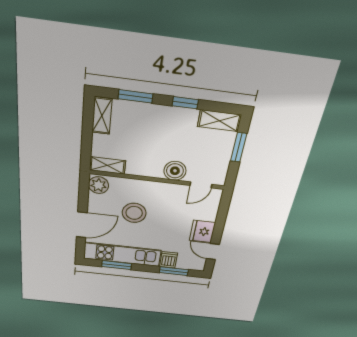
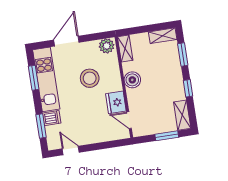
boiler: (175, 171) -> (132, 80), moved
door: (82, 225) -> (66, 41), swing flipped
fridge: (202, 232) -> (116, 102), moved, turned -90
door: (213, 252) -> (71, 151), hinge flipped

